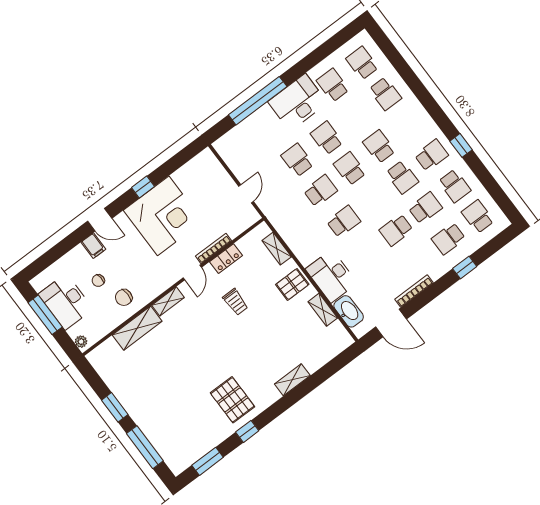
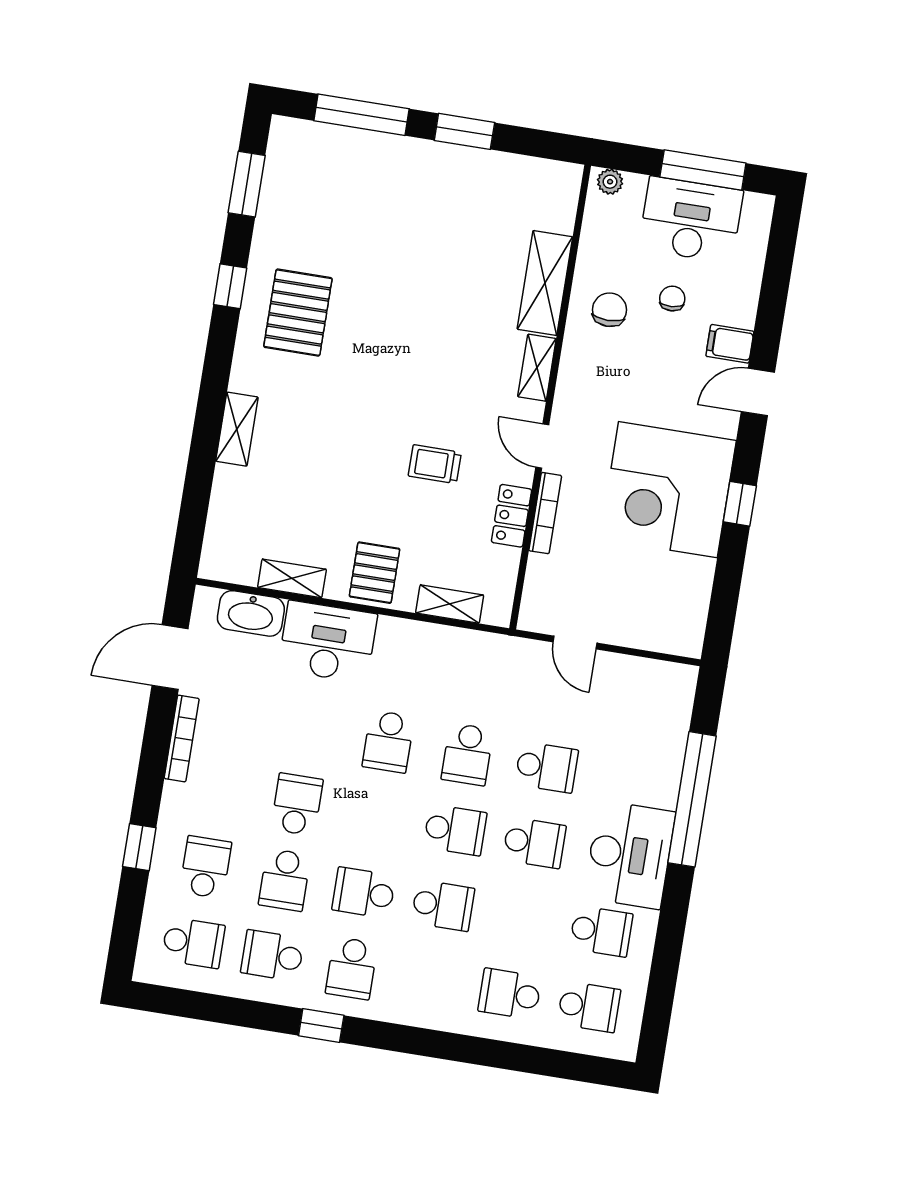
pallet: (232, 400) -> (298, 313), turned 90

